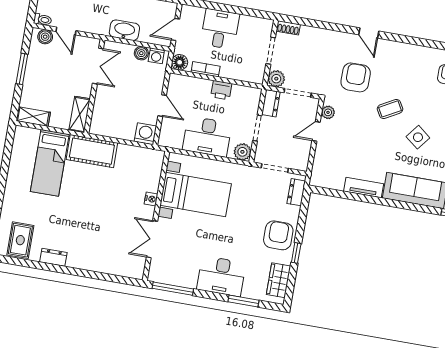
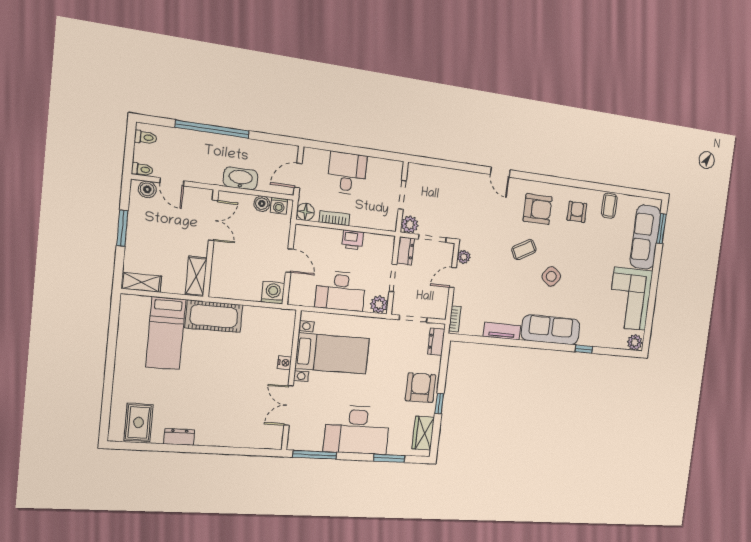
shoe rack: (288, 28) -> (419, 170), removed
armchair: (356, 77) -> (538, 209), moved, turned 90
bookcase: (316, 172) -> (455, 319), added
desk: (221, 276) -> (357, 430), width x1.36, depth x1.30

